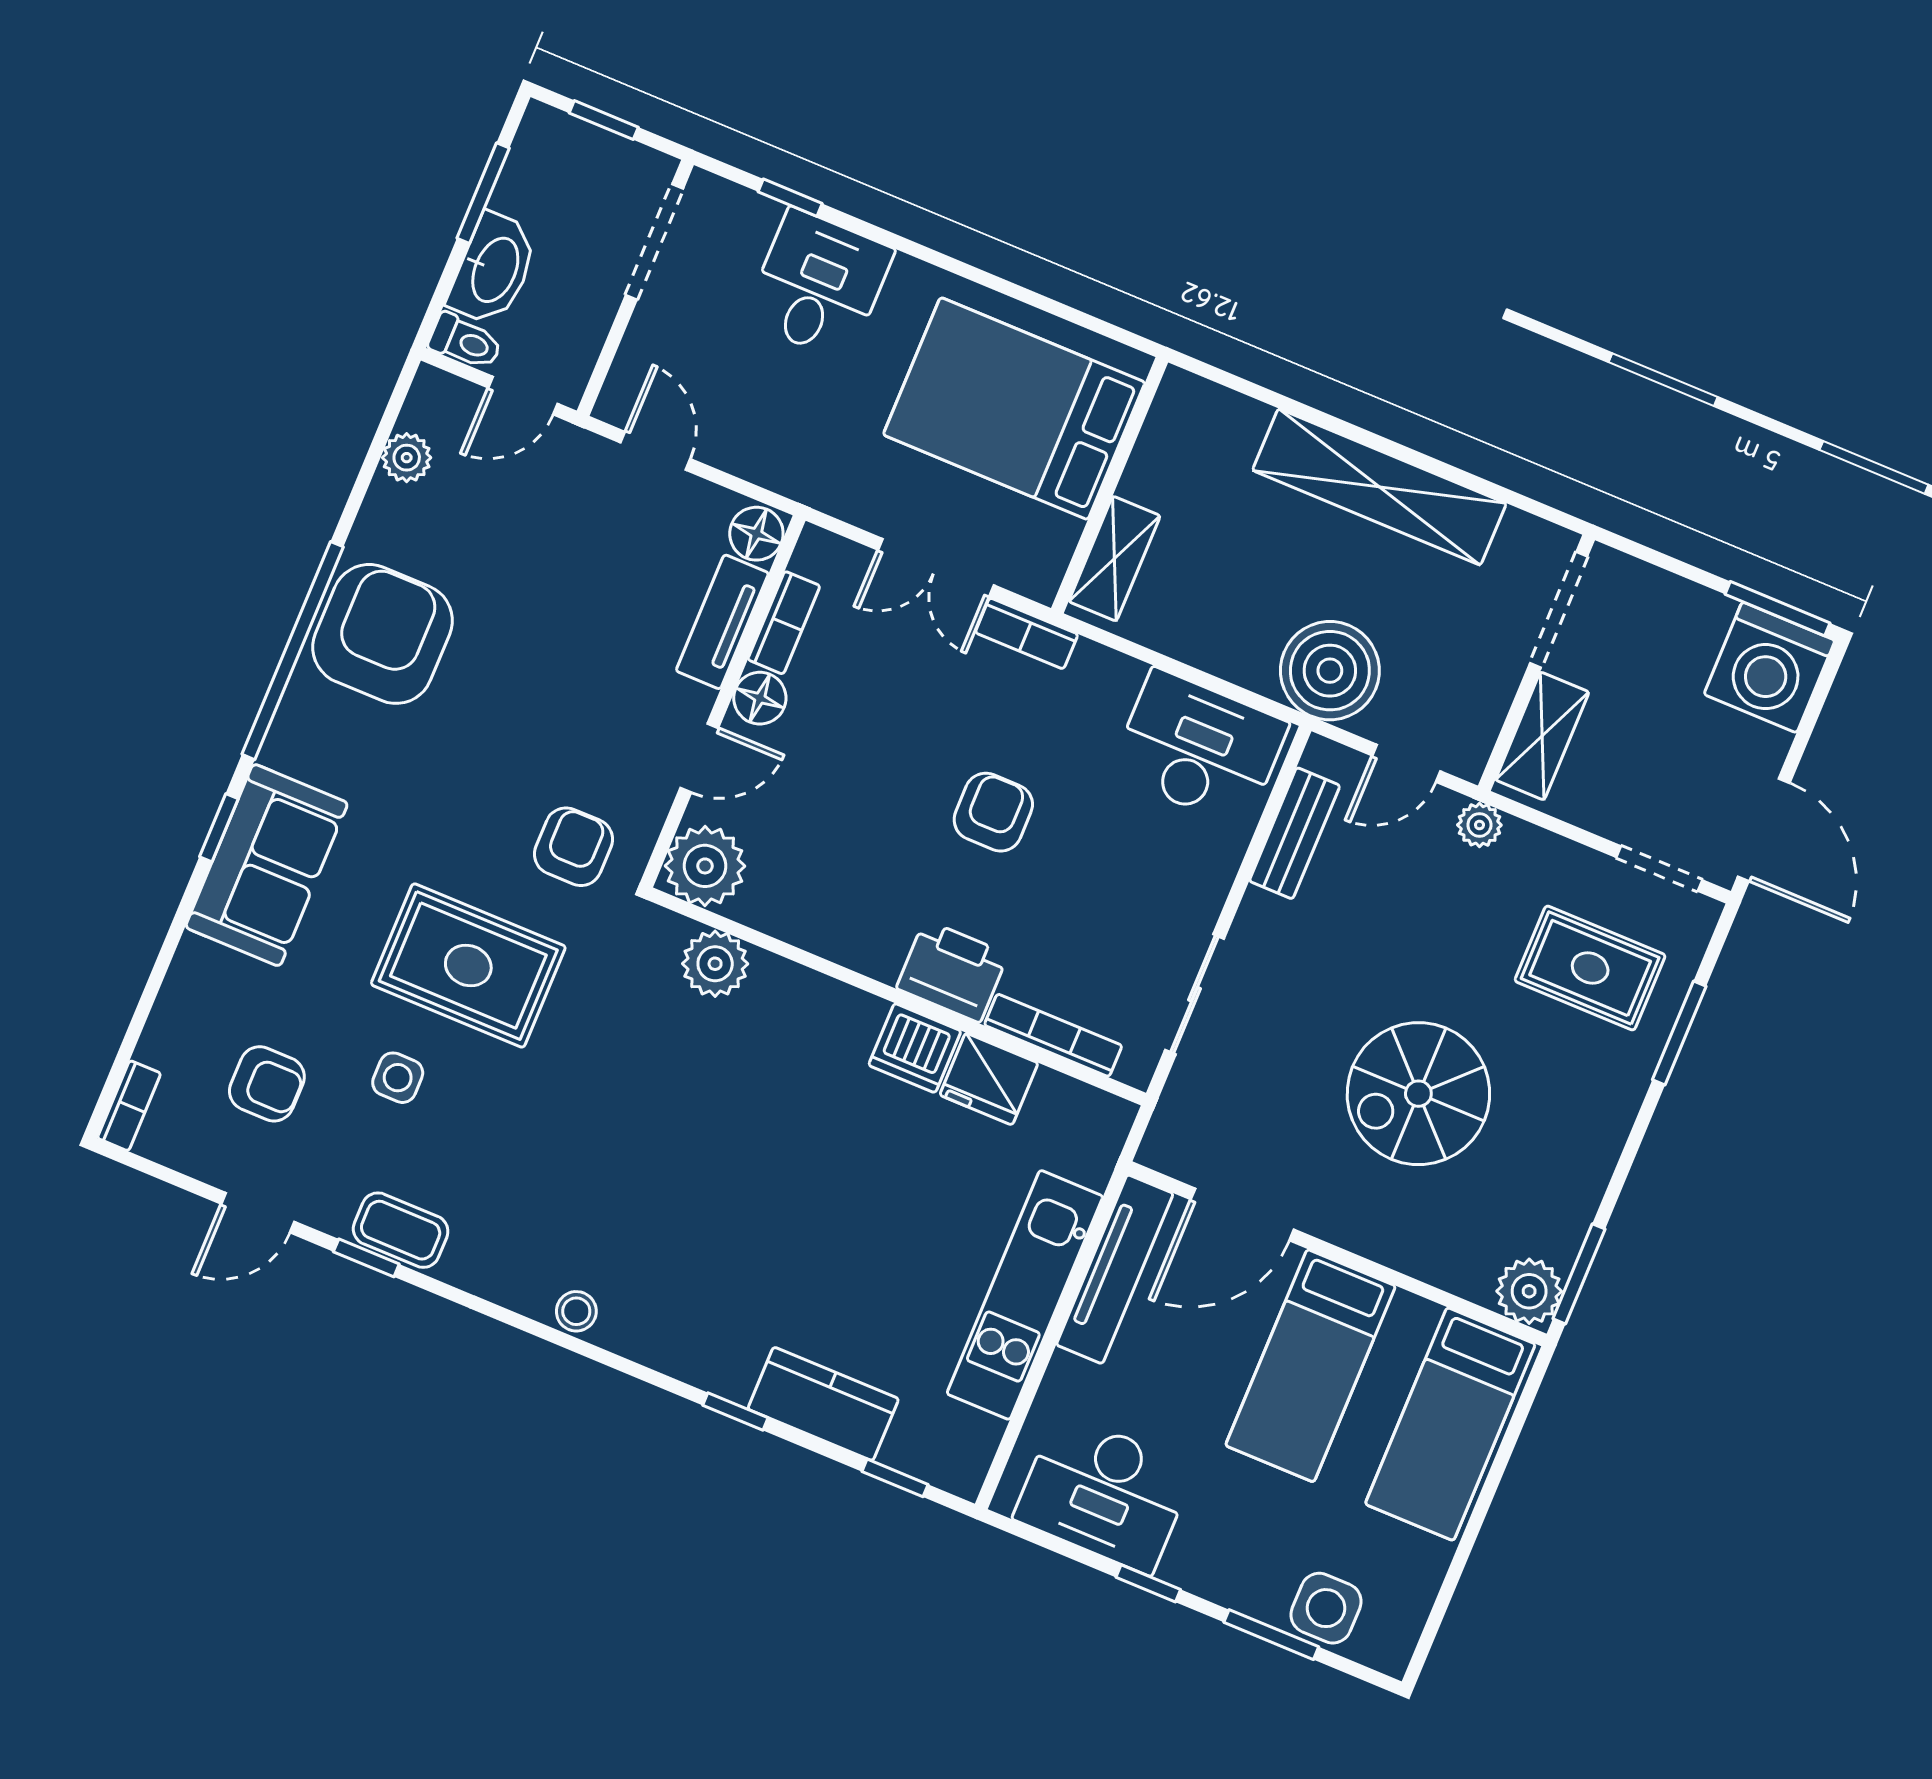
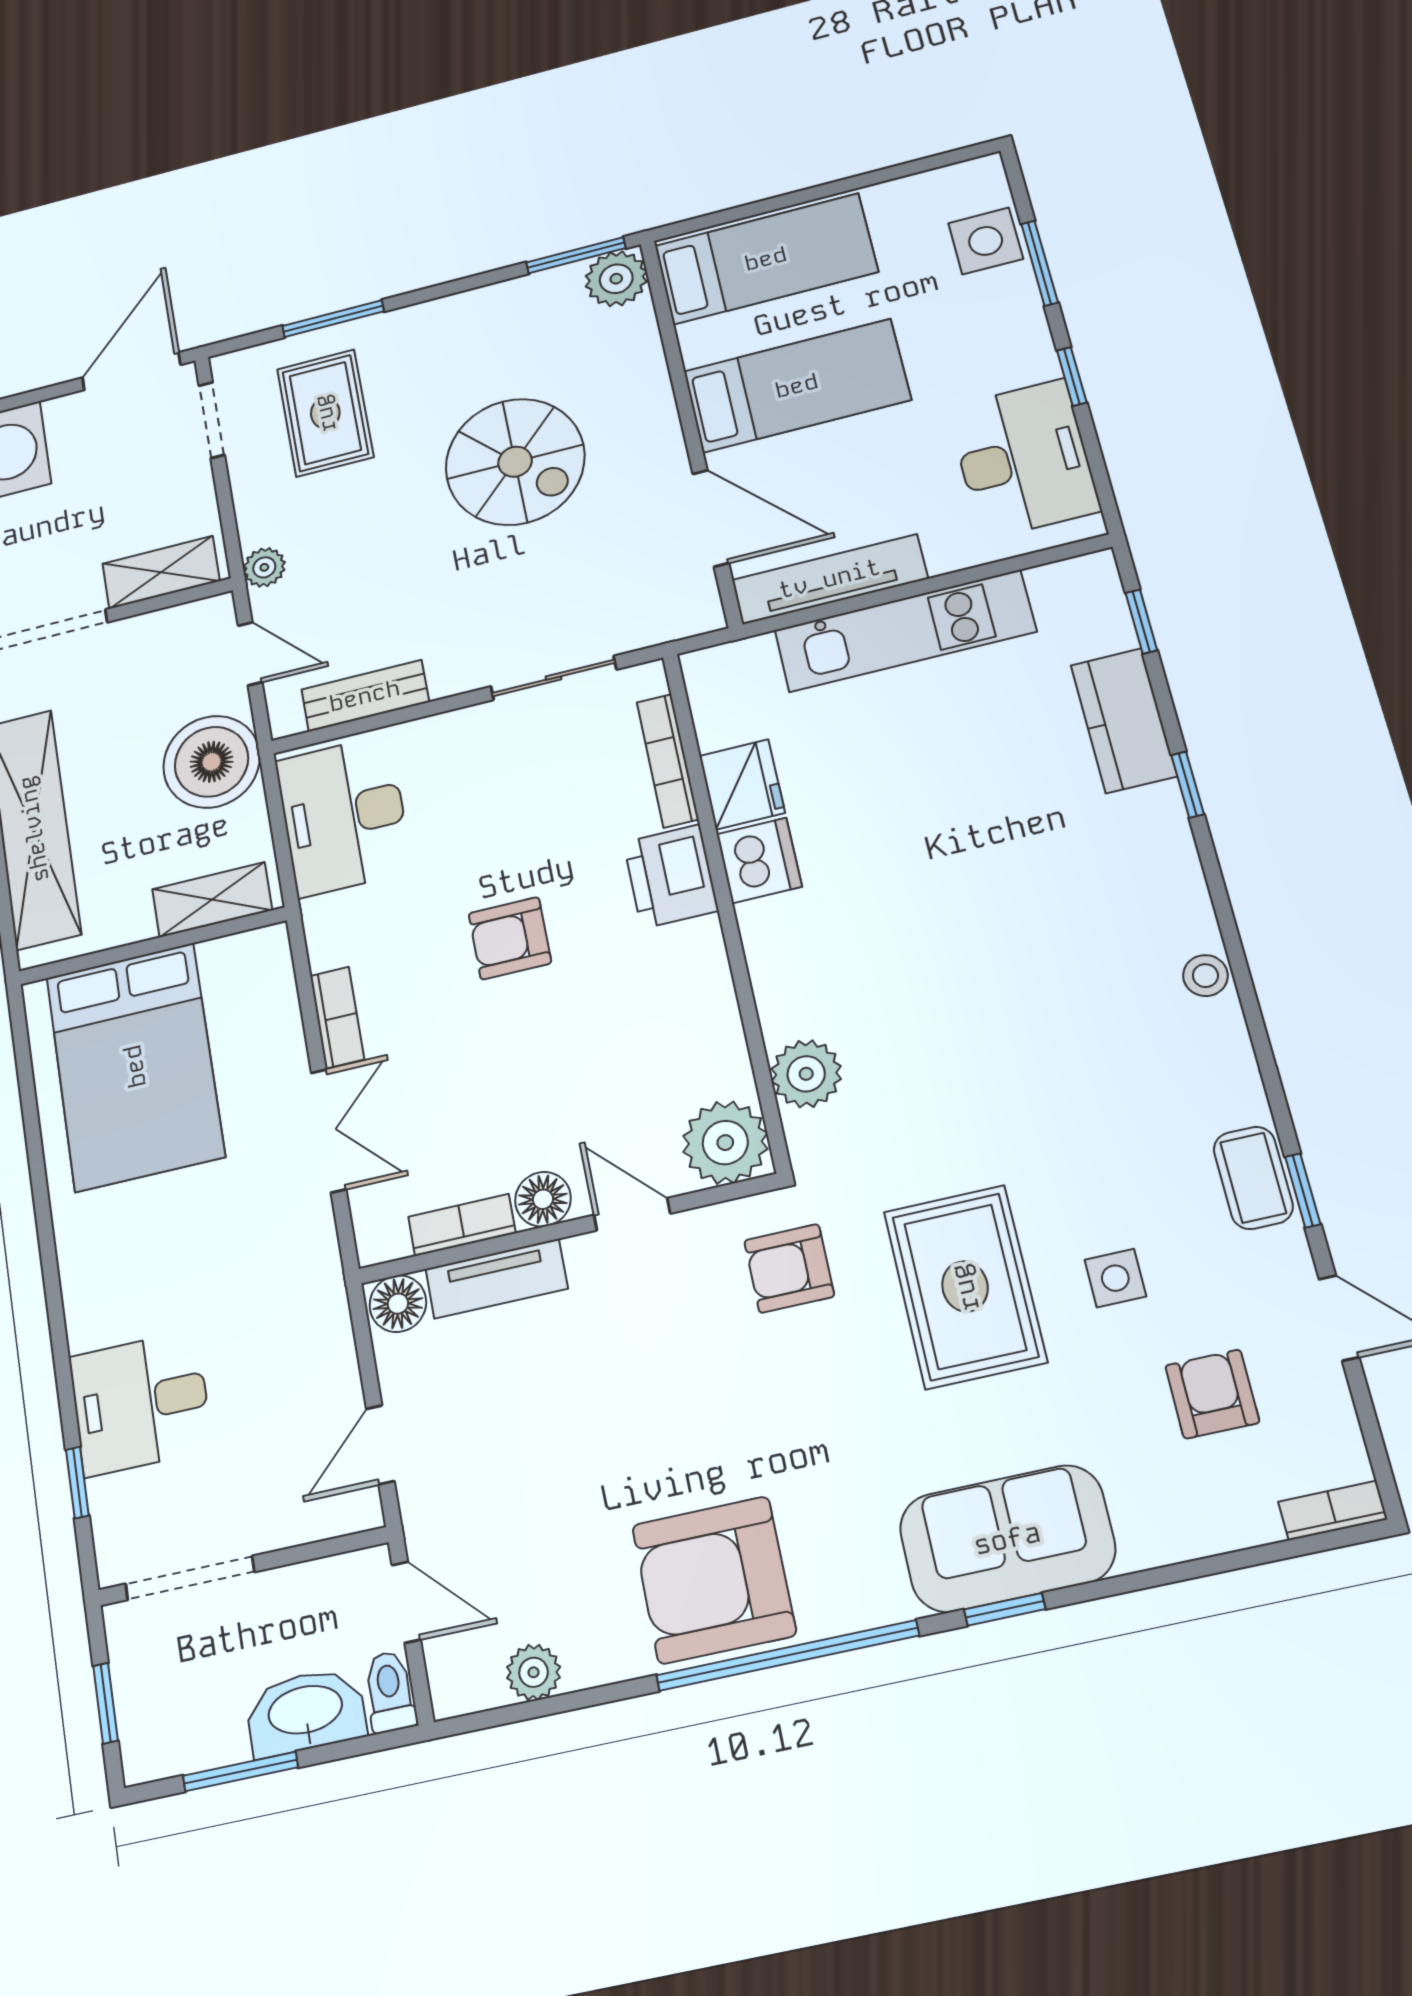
bed: (1014, 409) -> (135, 1066), moved
wall: (1110, 485) -> (152, 946), moved
shelving: (1114, 559) -> (212, 900), moved

